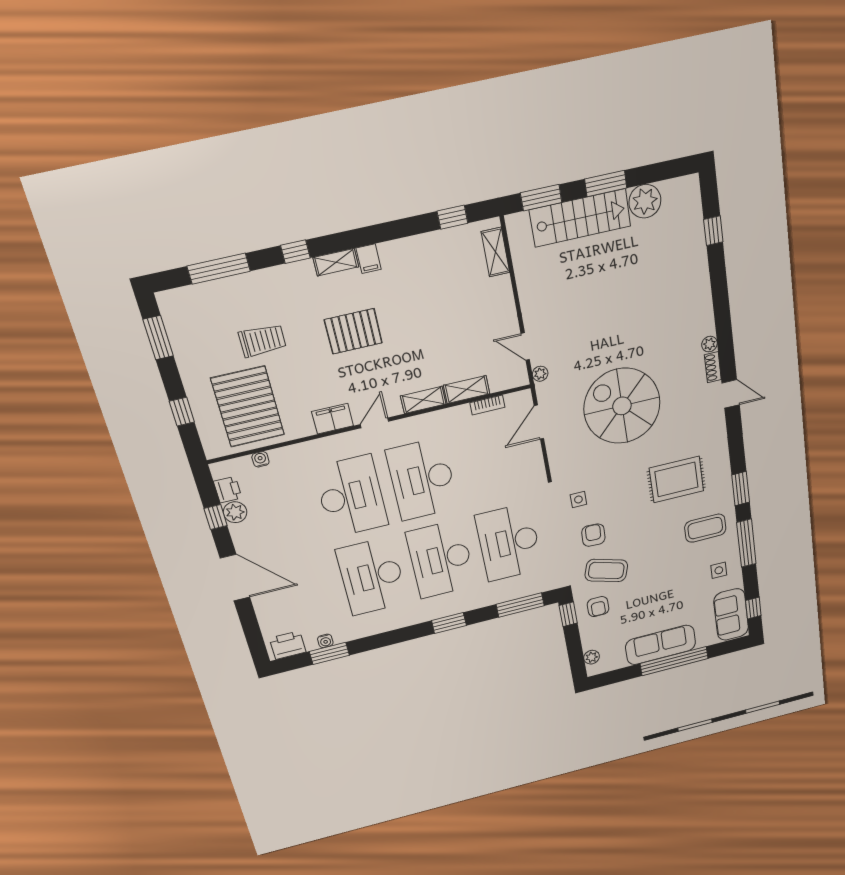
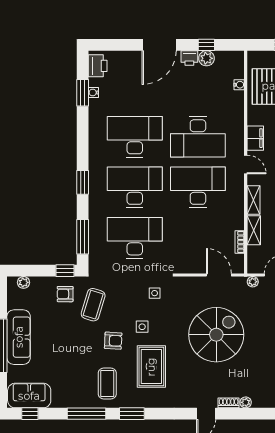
printer: (228, 490) -> (189, 58), moved
armchair: (593, 535) -> (113, 341), moved
side table: (719, 570) -> (142, 327), moved

